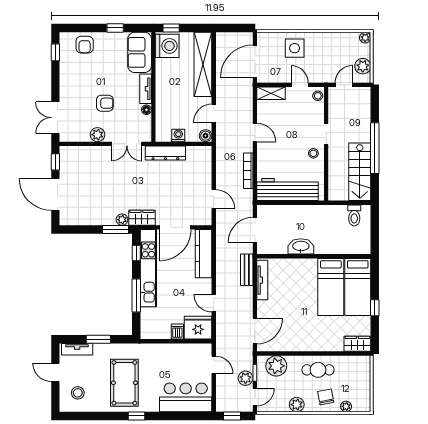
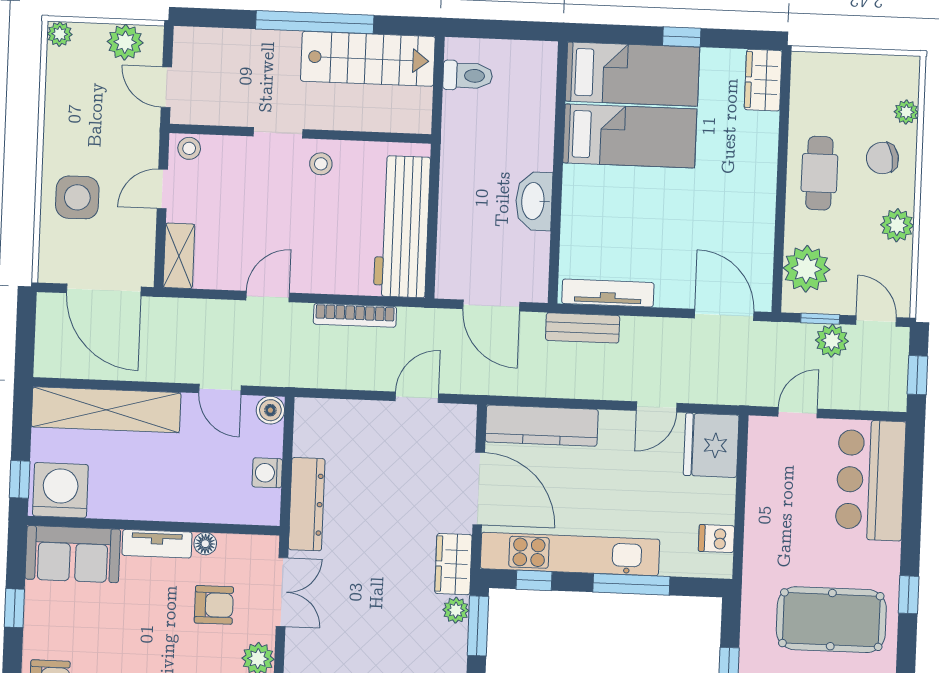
armchair: (105, 103) -> (214, 605), moved, turned 90
dishwasher: (177, 332) -> (716, 539), moved

